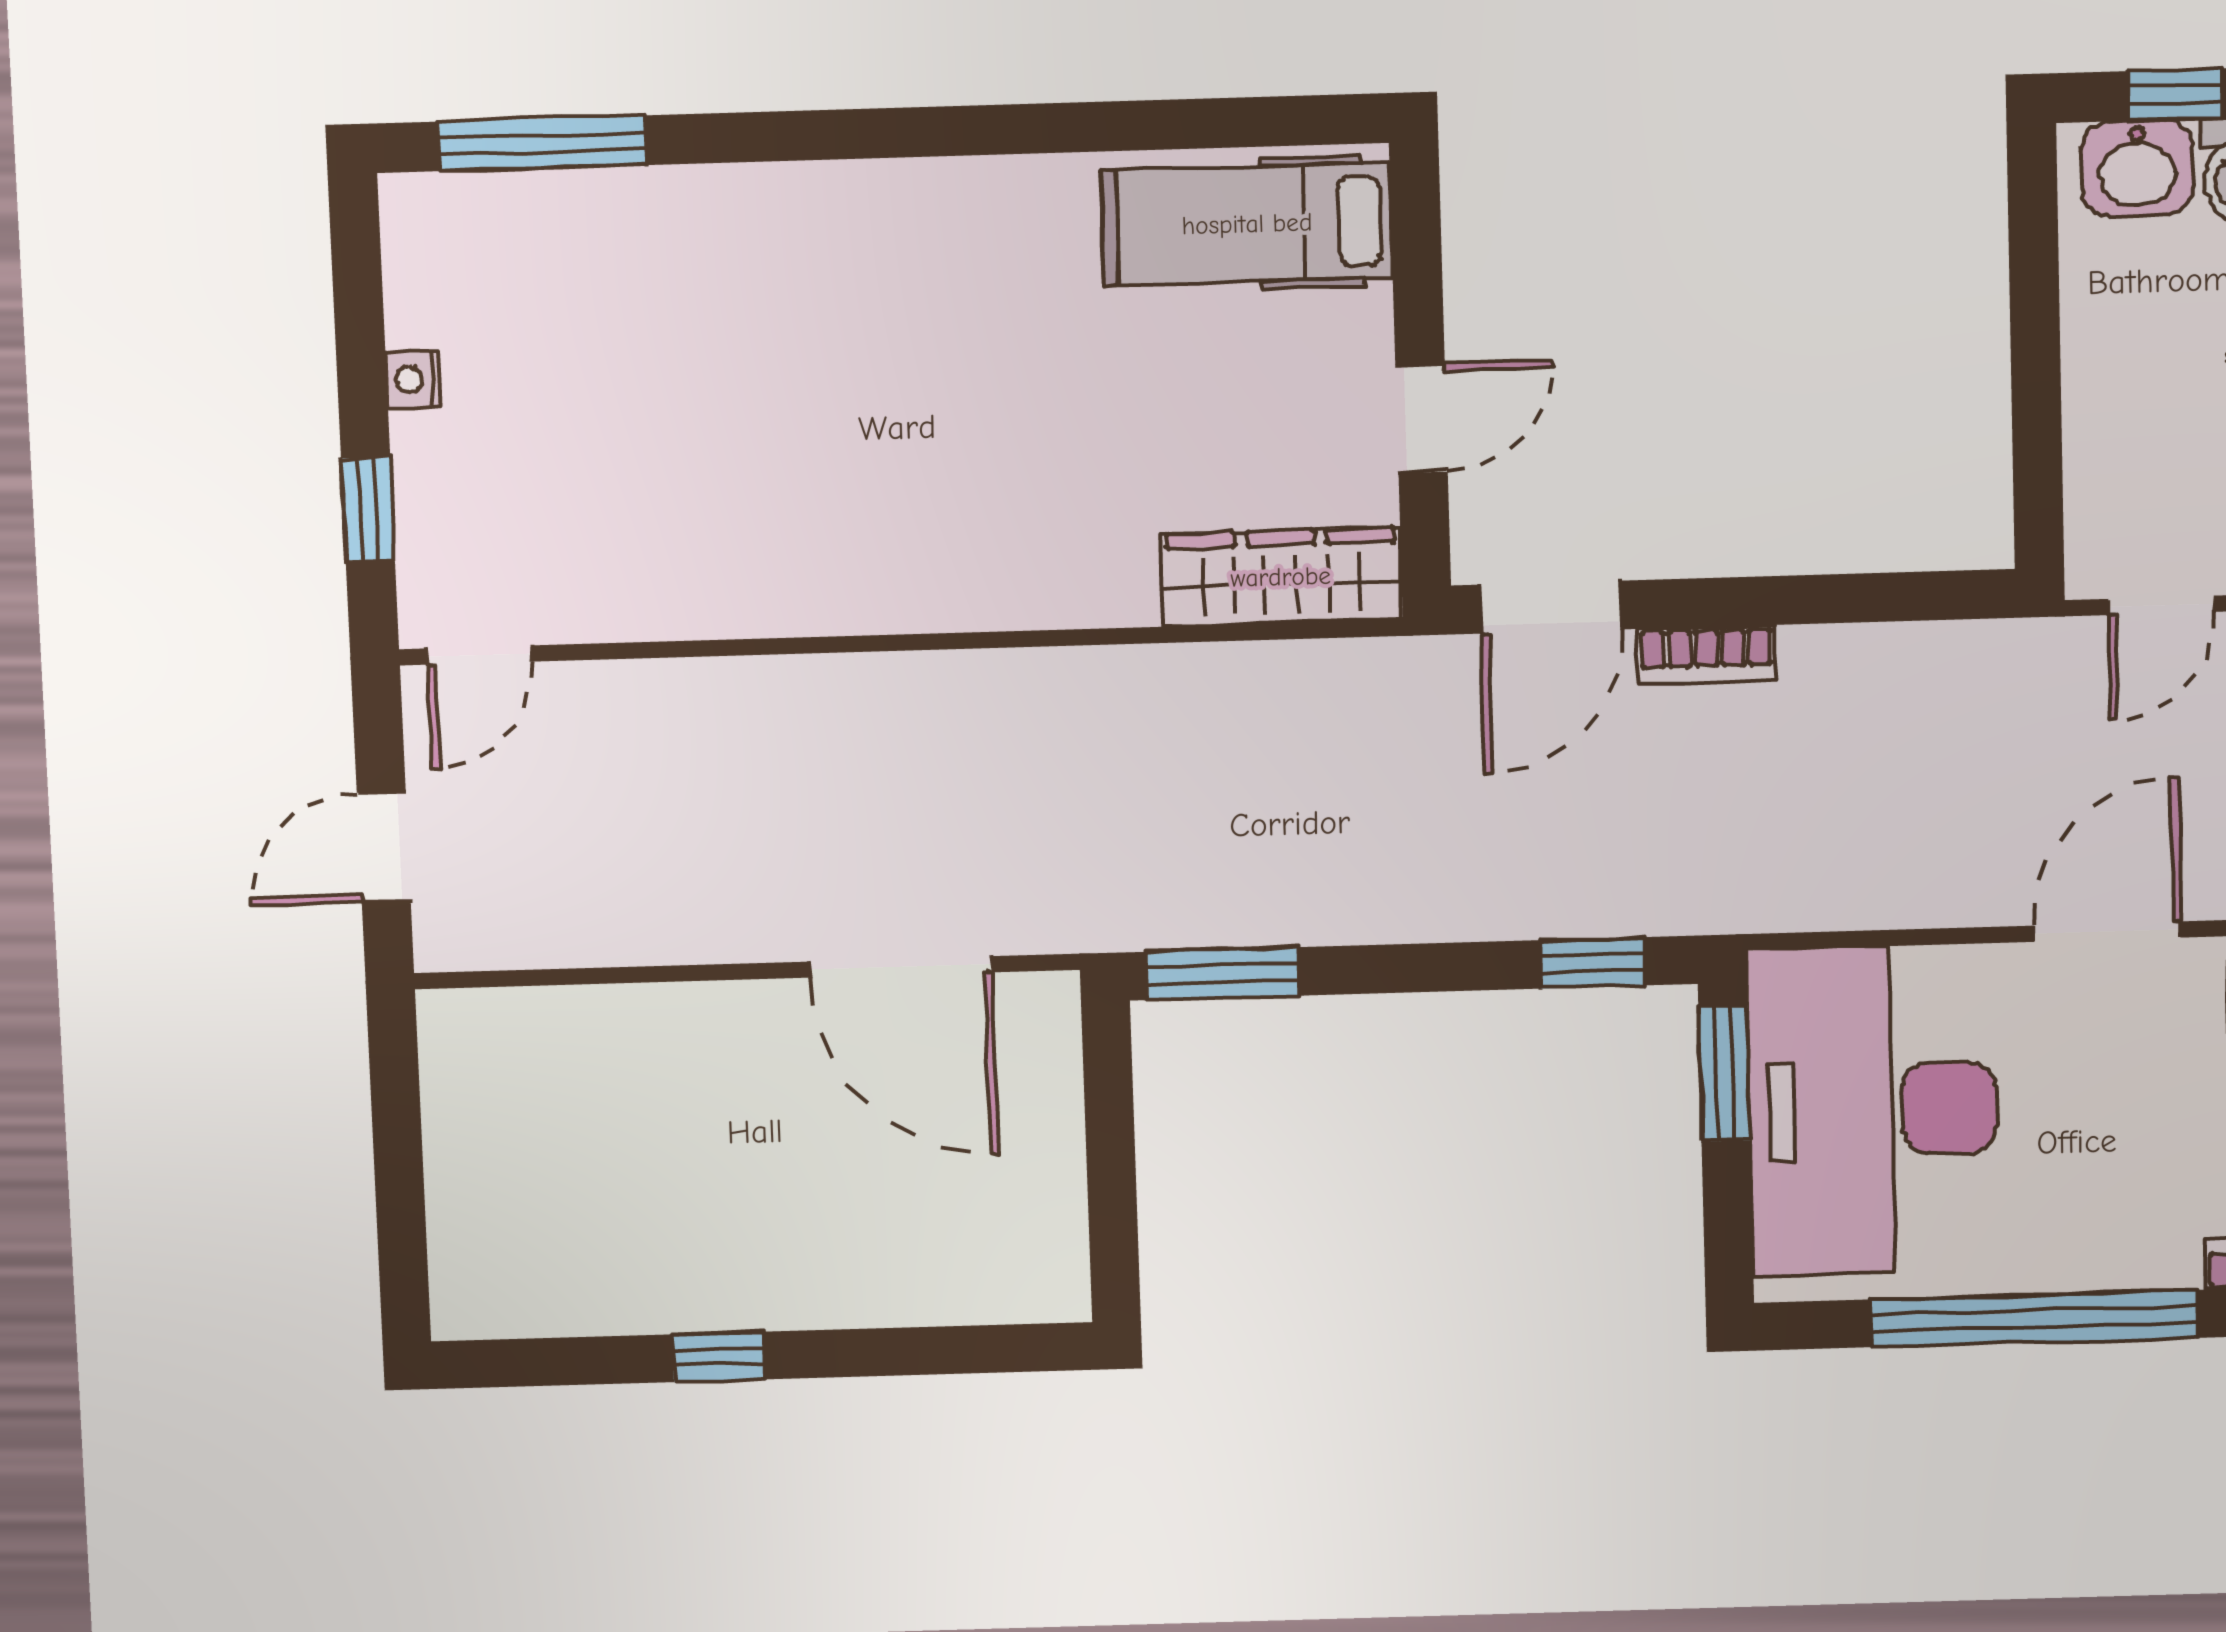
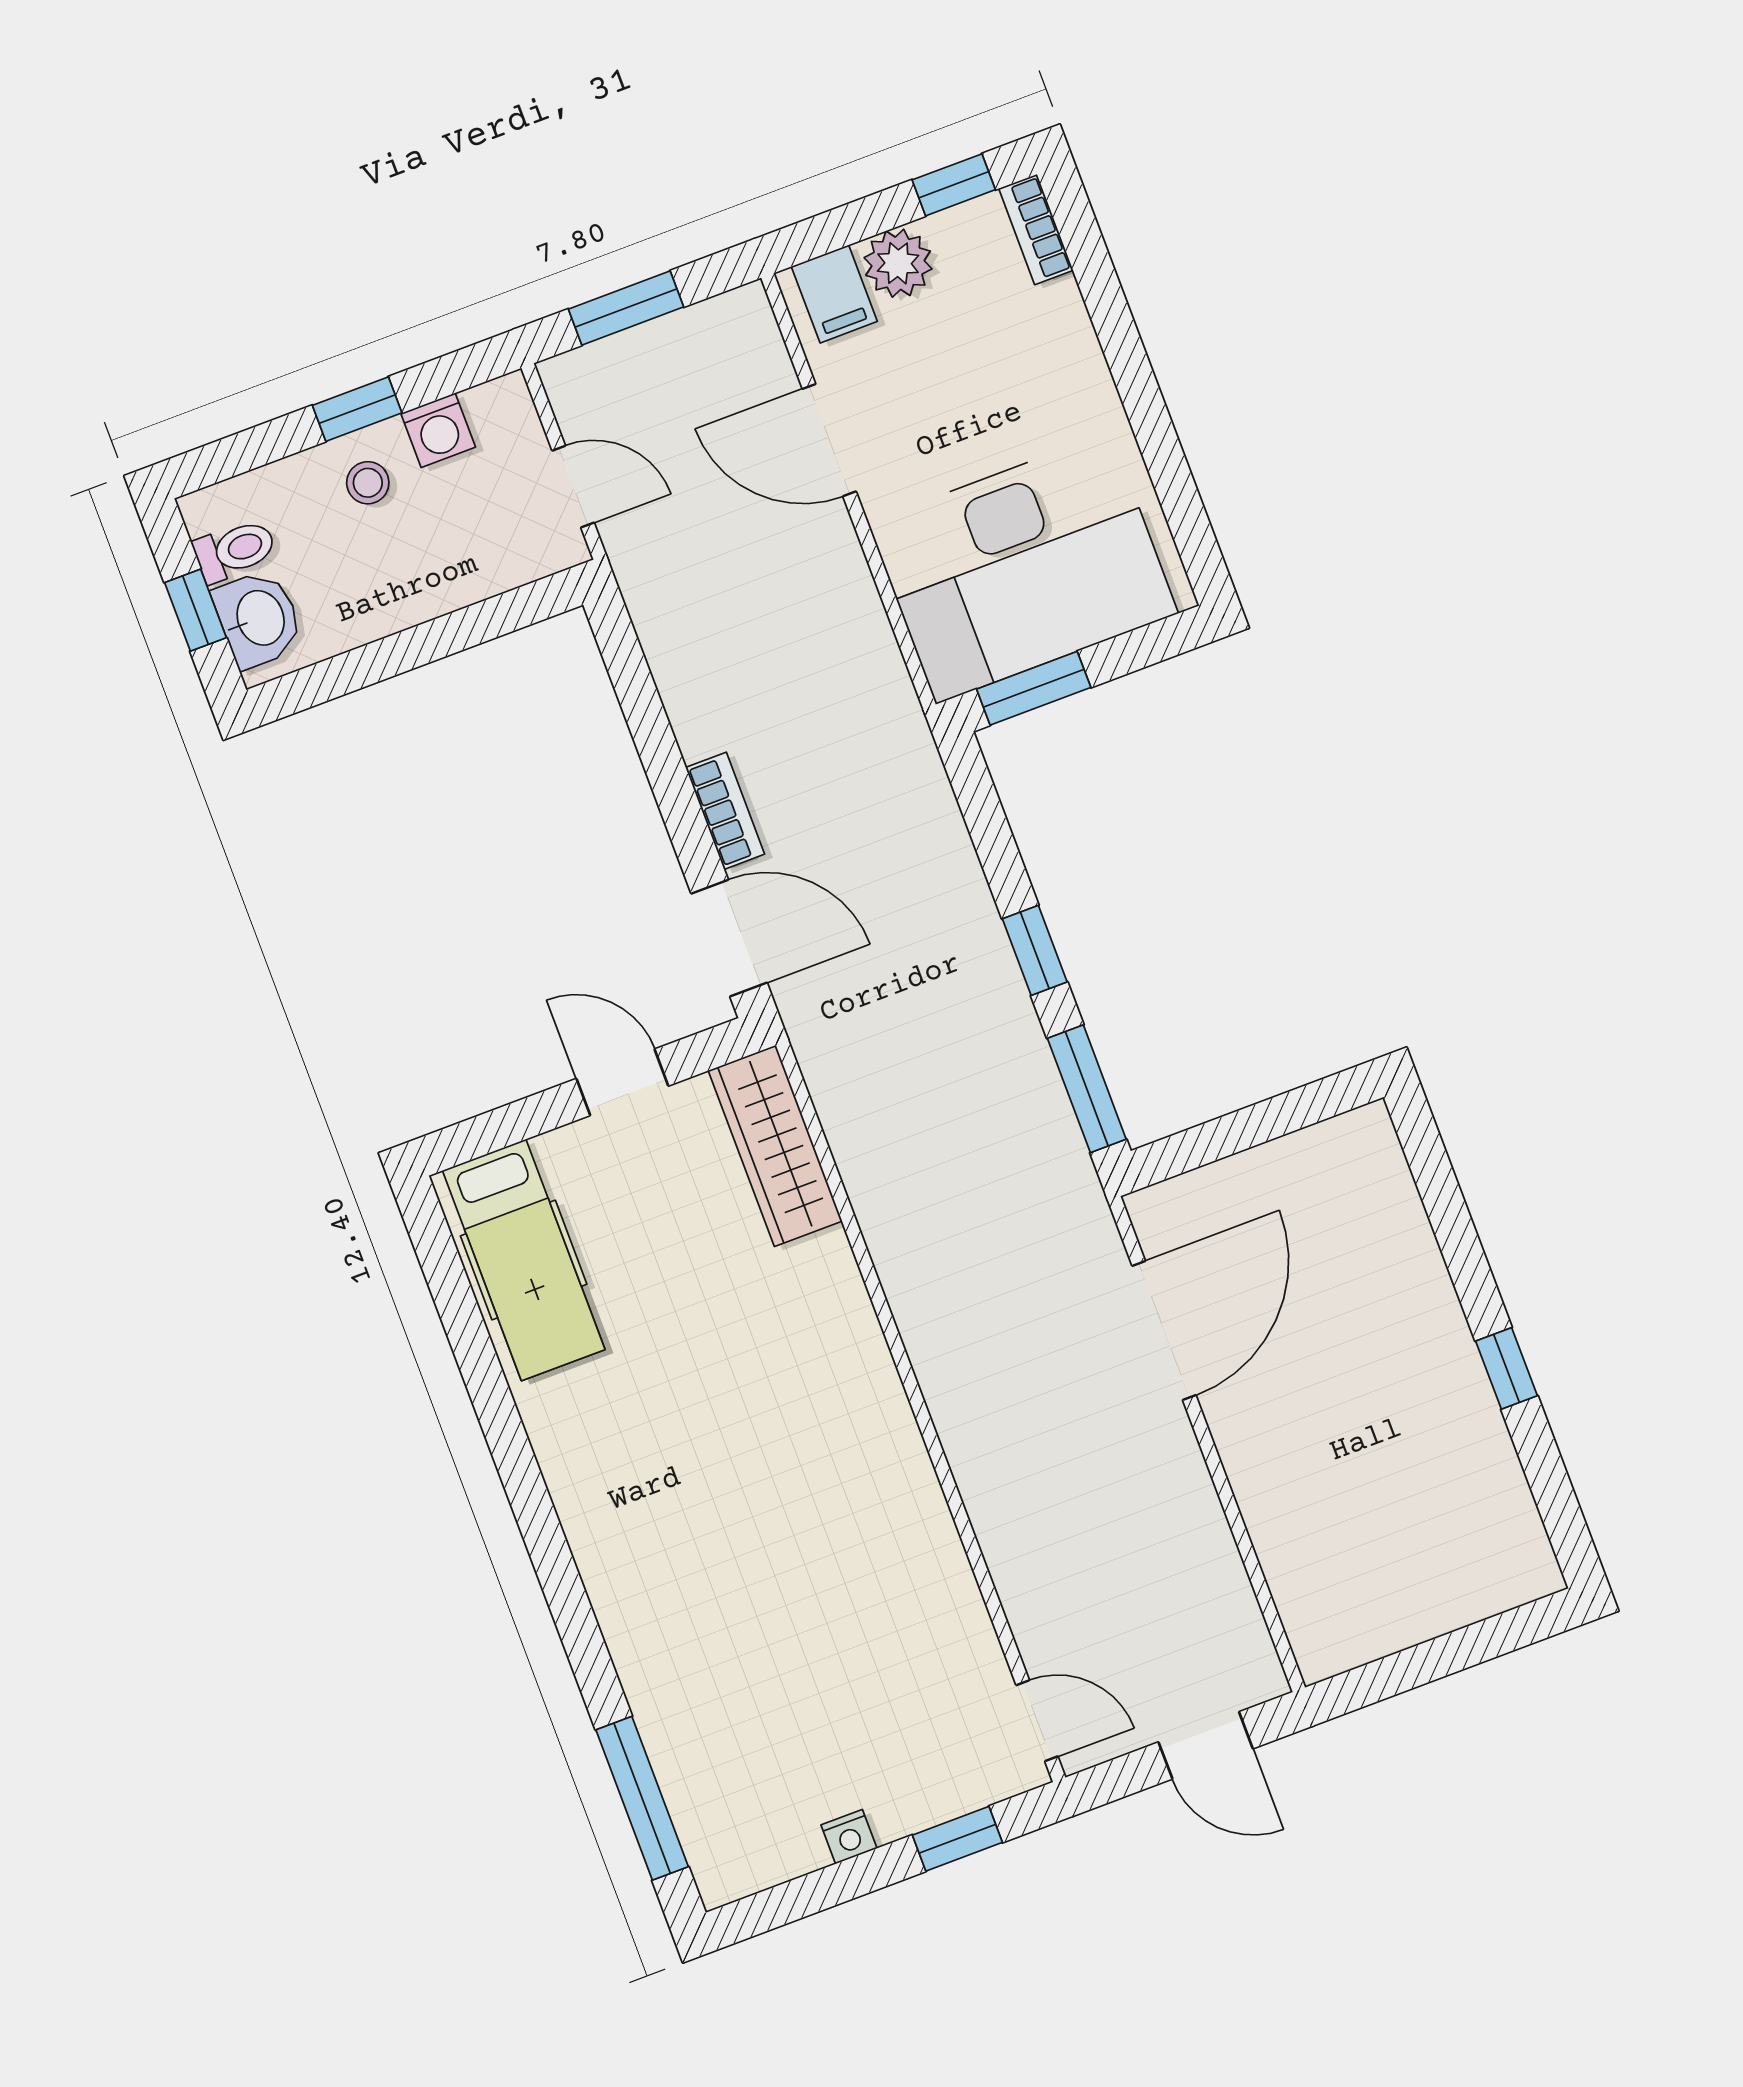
window: (1592, 963) -> (1035, 950), moved
window: (2034, 1319) -> (1139, 391), removed

